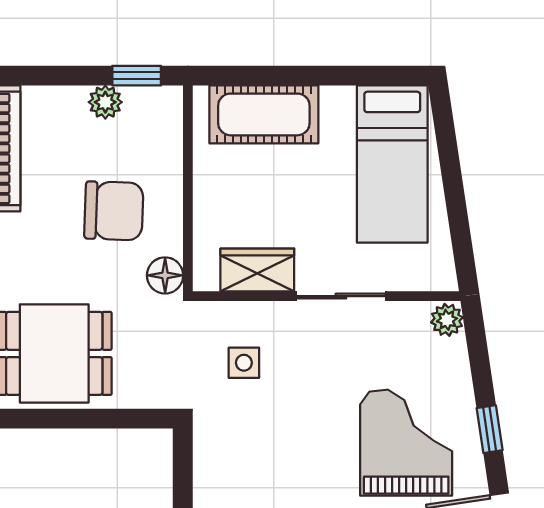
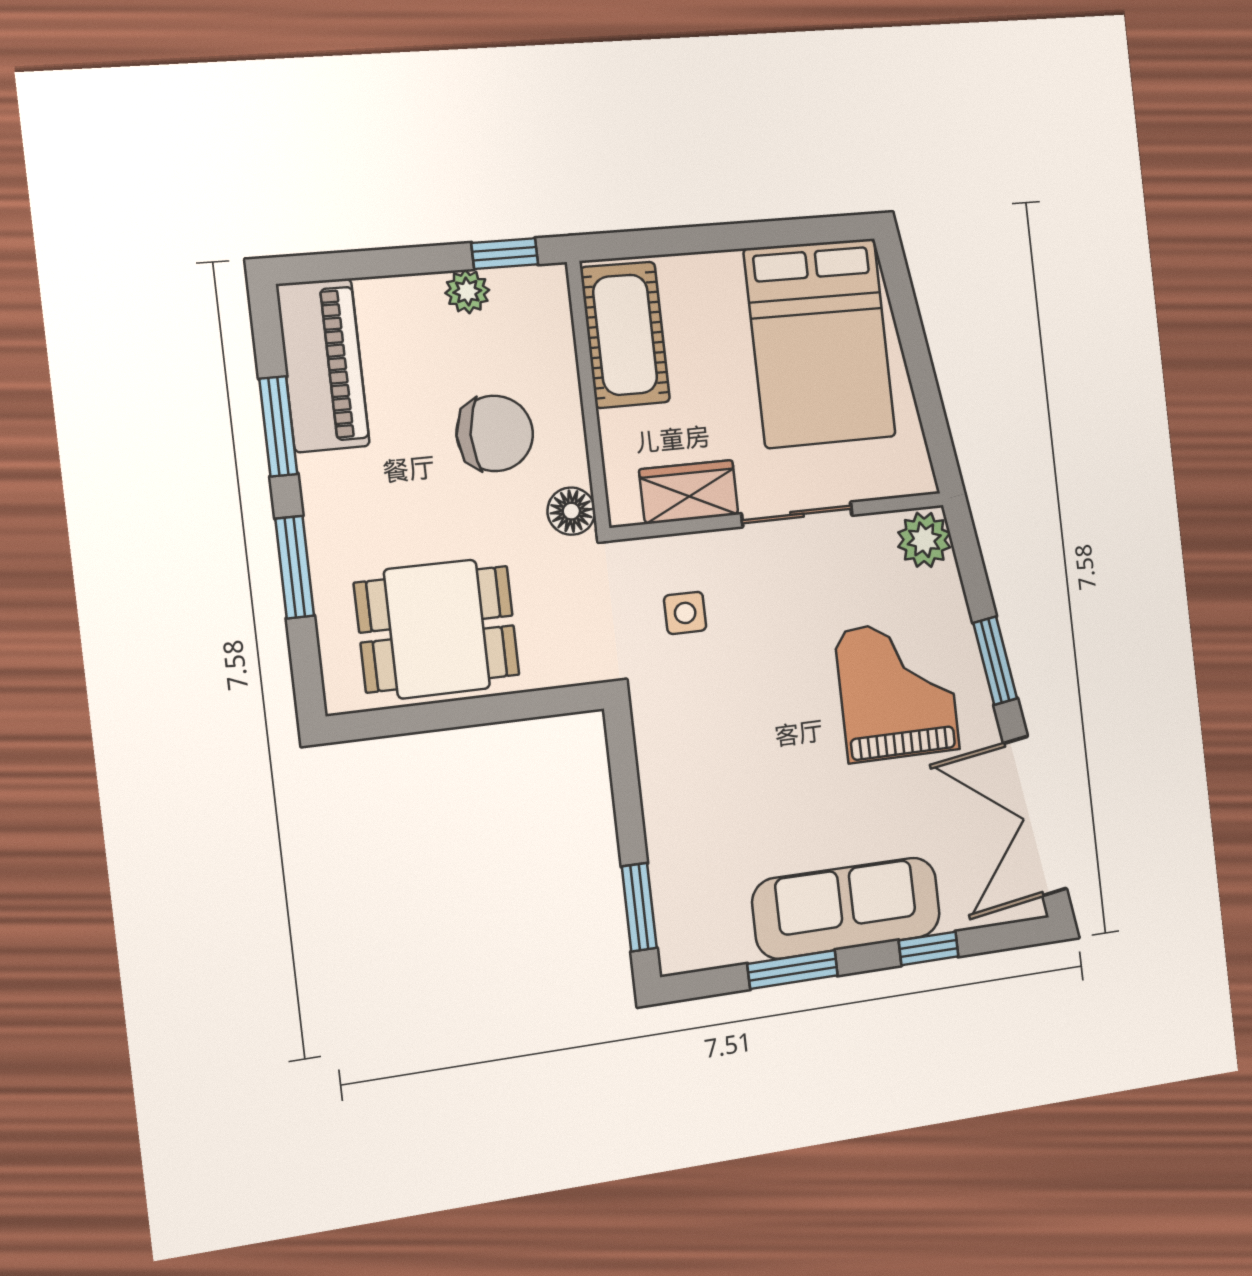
cot: (264, 114) -> (625, 335), moved, turned 90
bed: (392, 164) -> (820, 343), width x1.50
plant: (447, 320) -> (924, 540), width x1.38, depth x1.38
window: (490, 429) -> (995, 661), width x1.50

